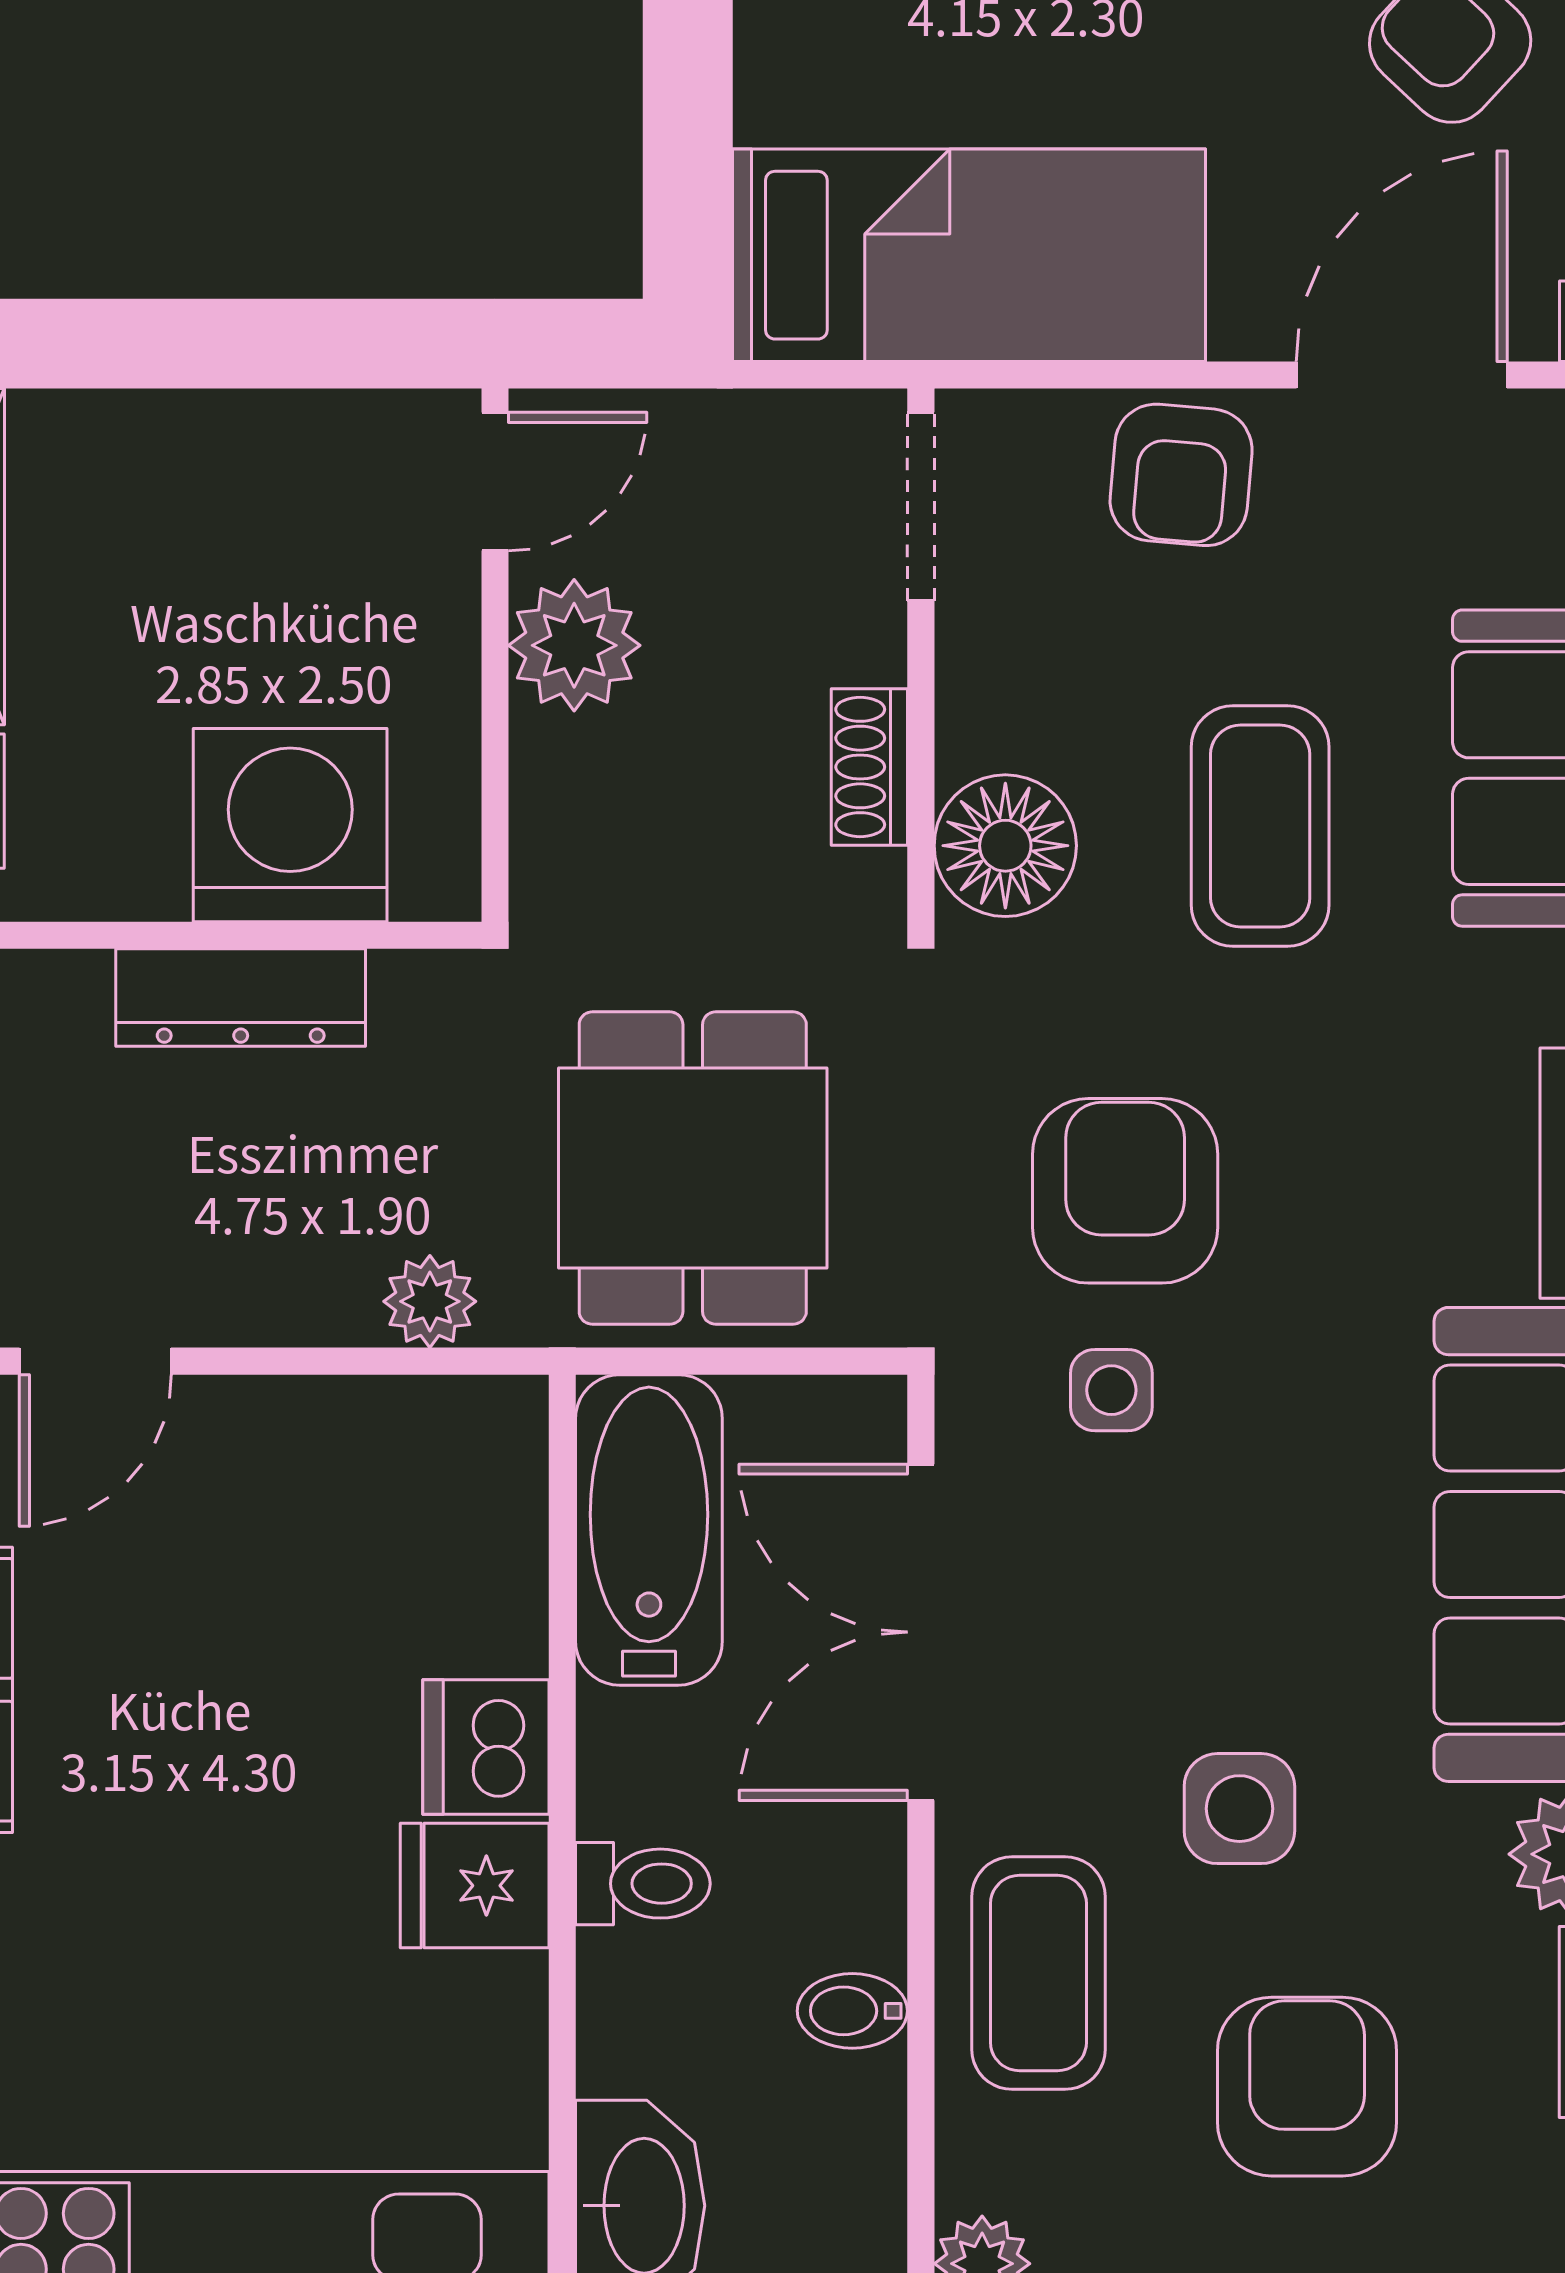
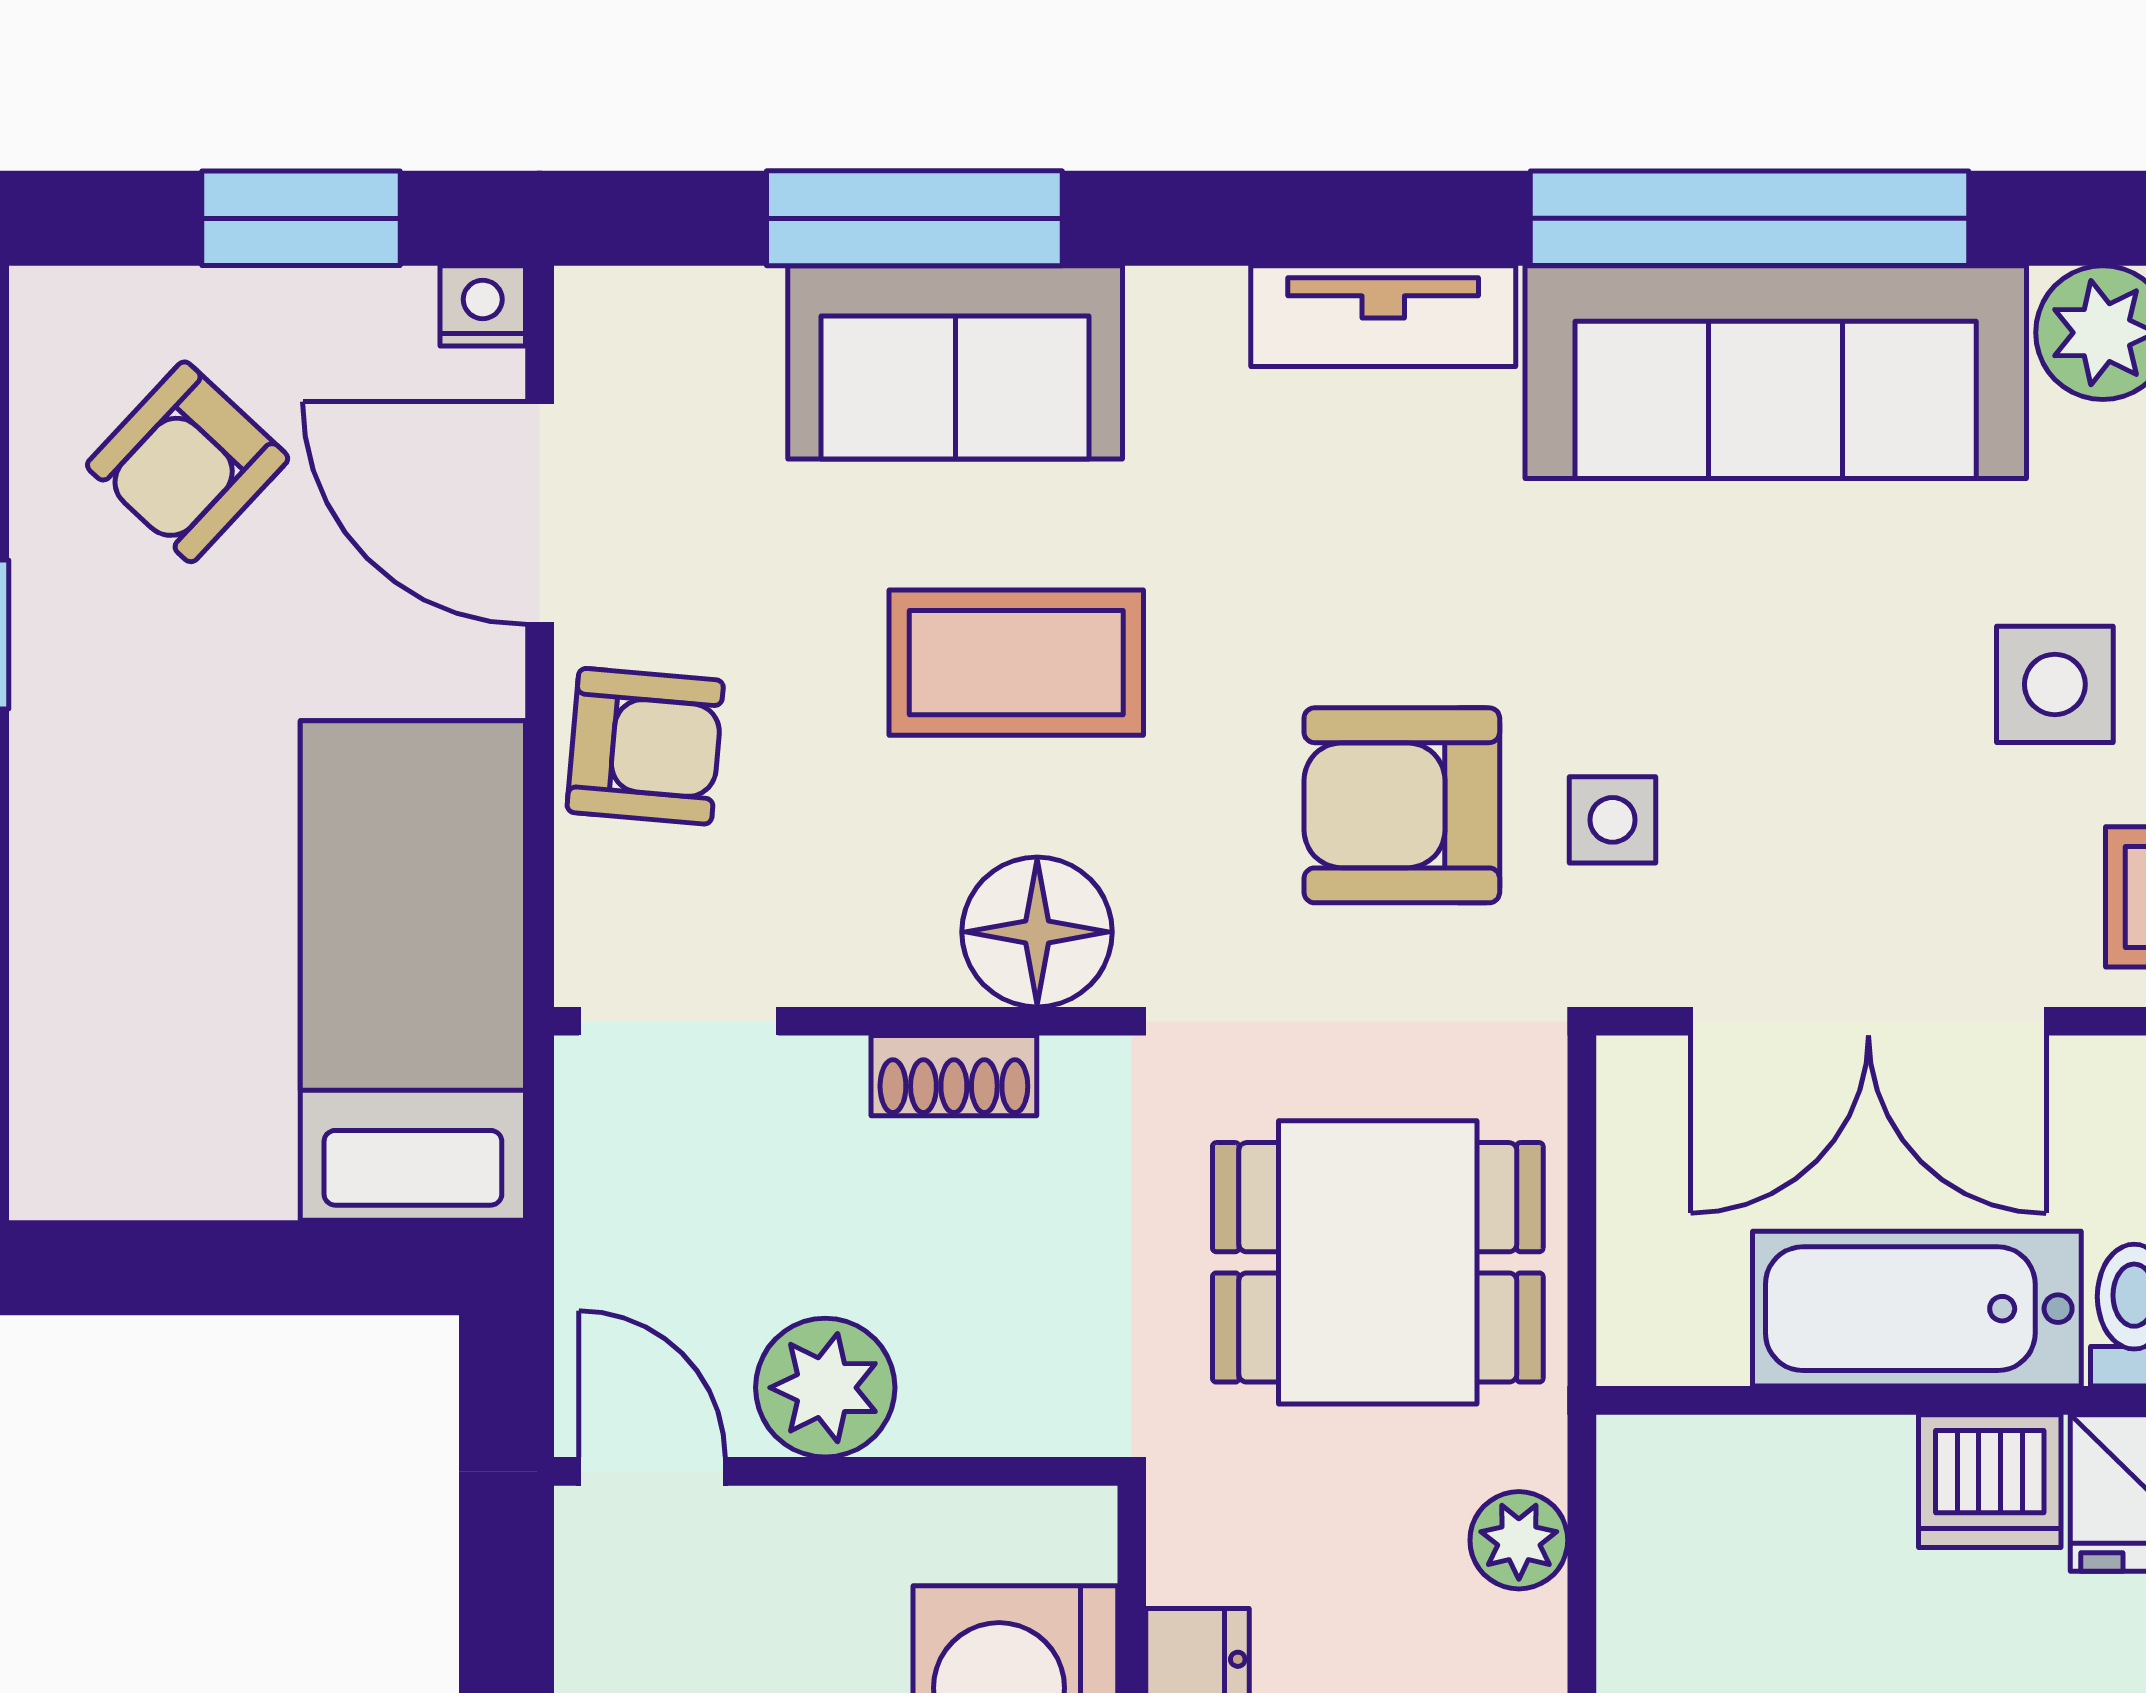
bathtub: (649, 1530) -> (1917, 1309), moved

